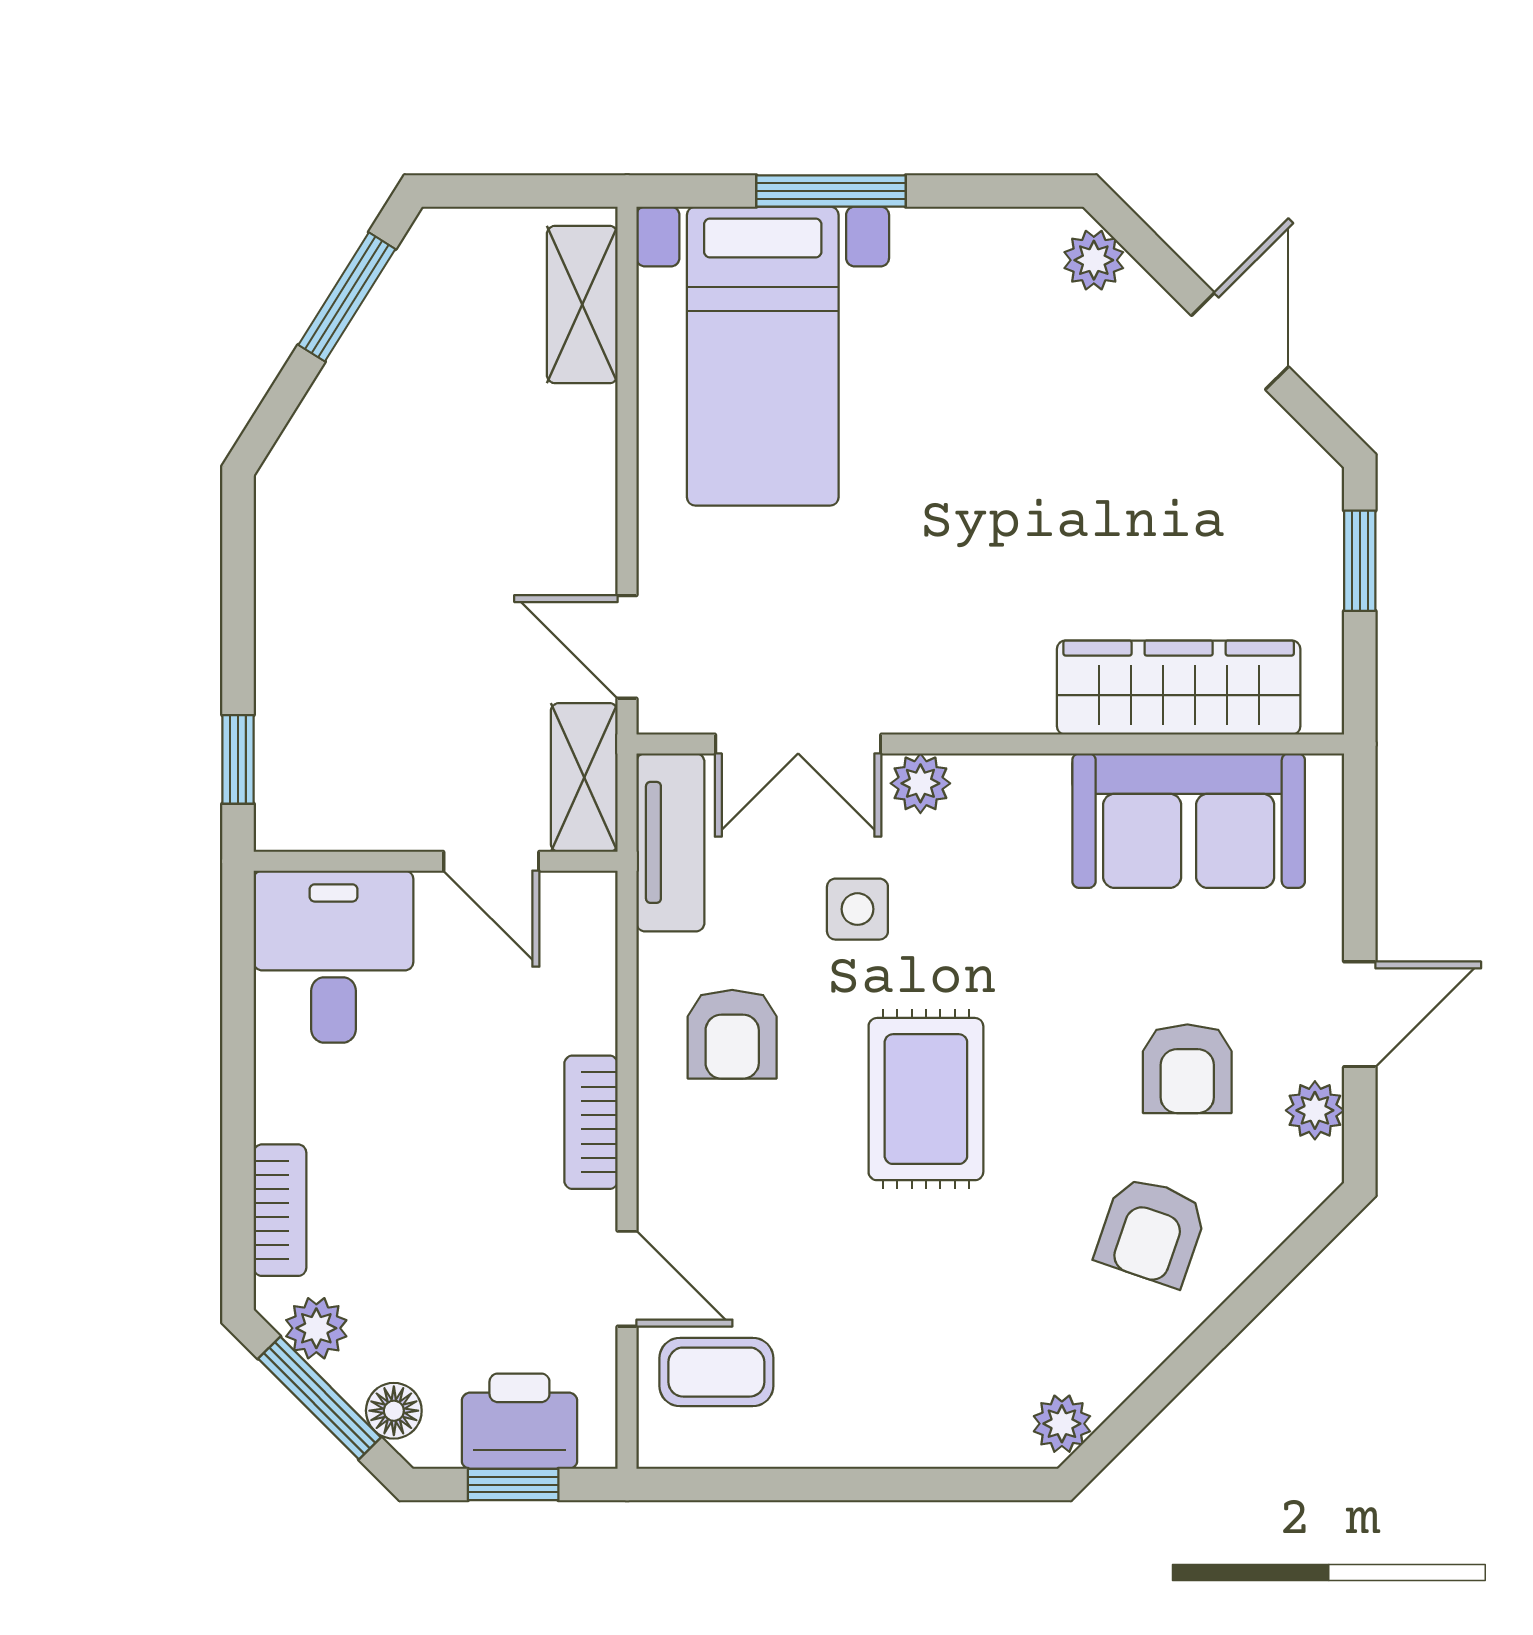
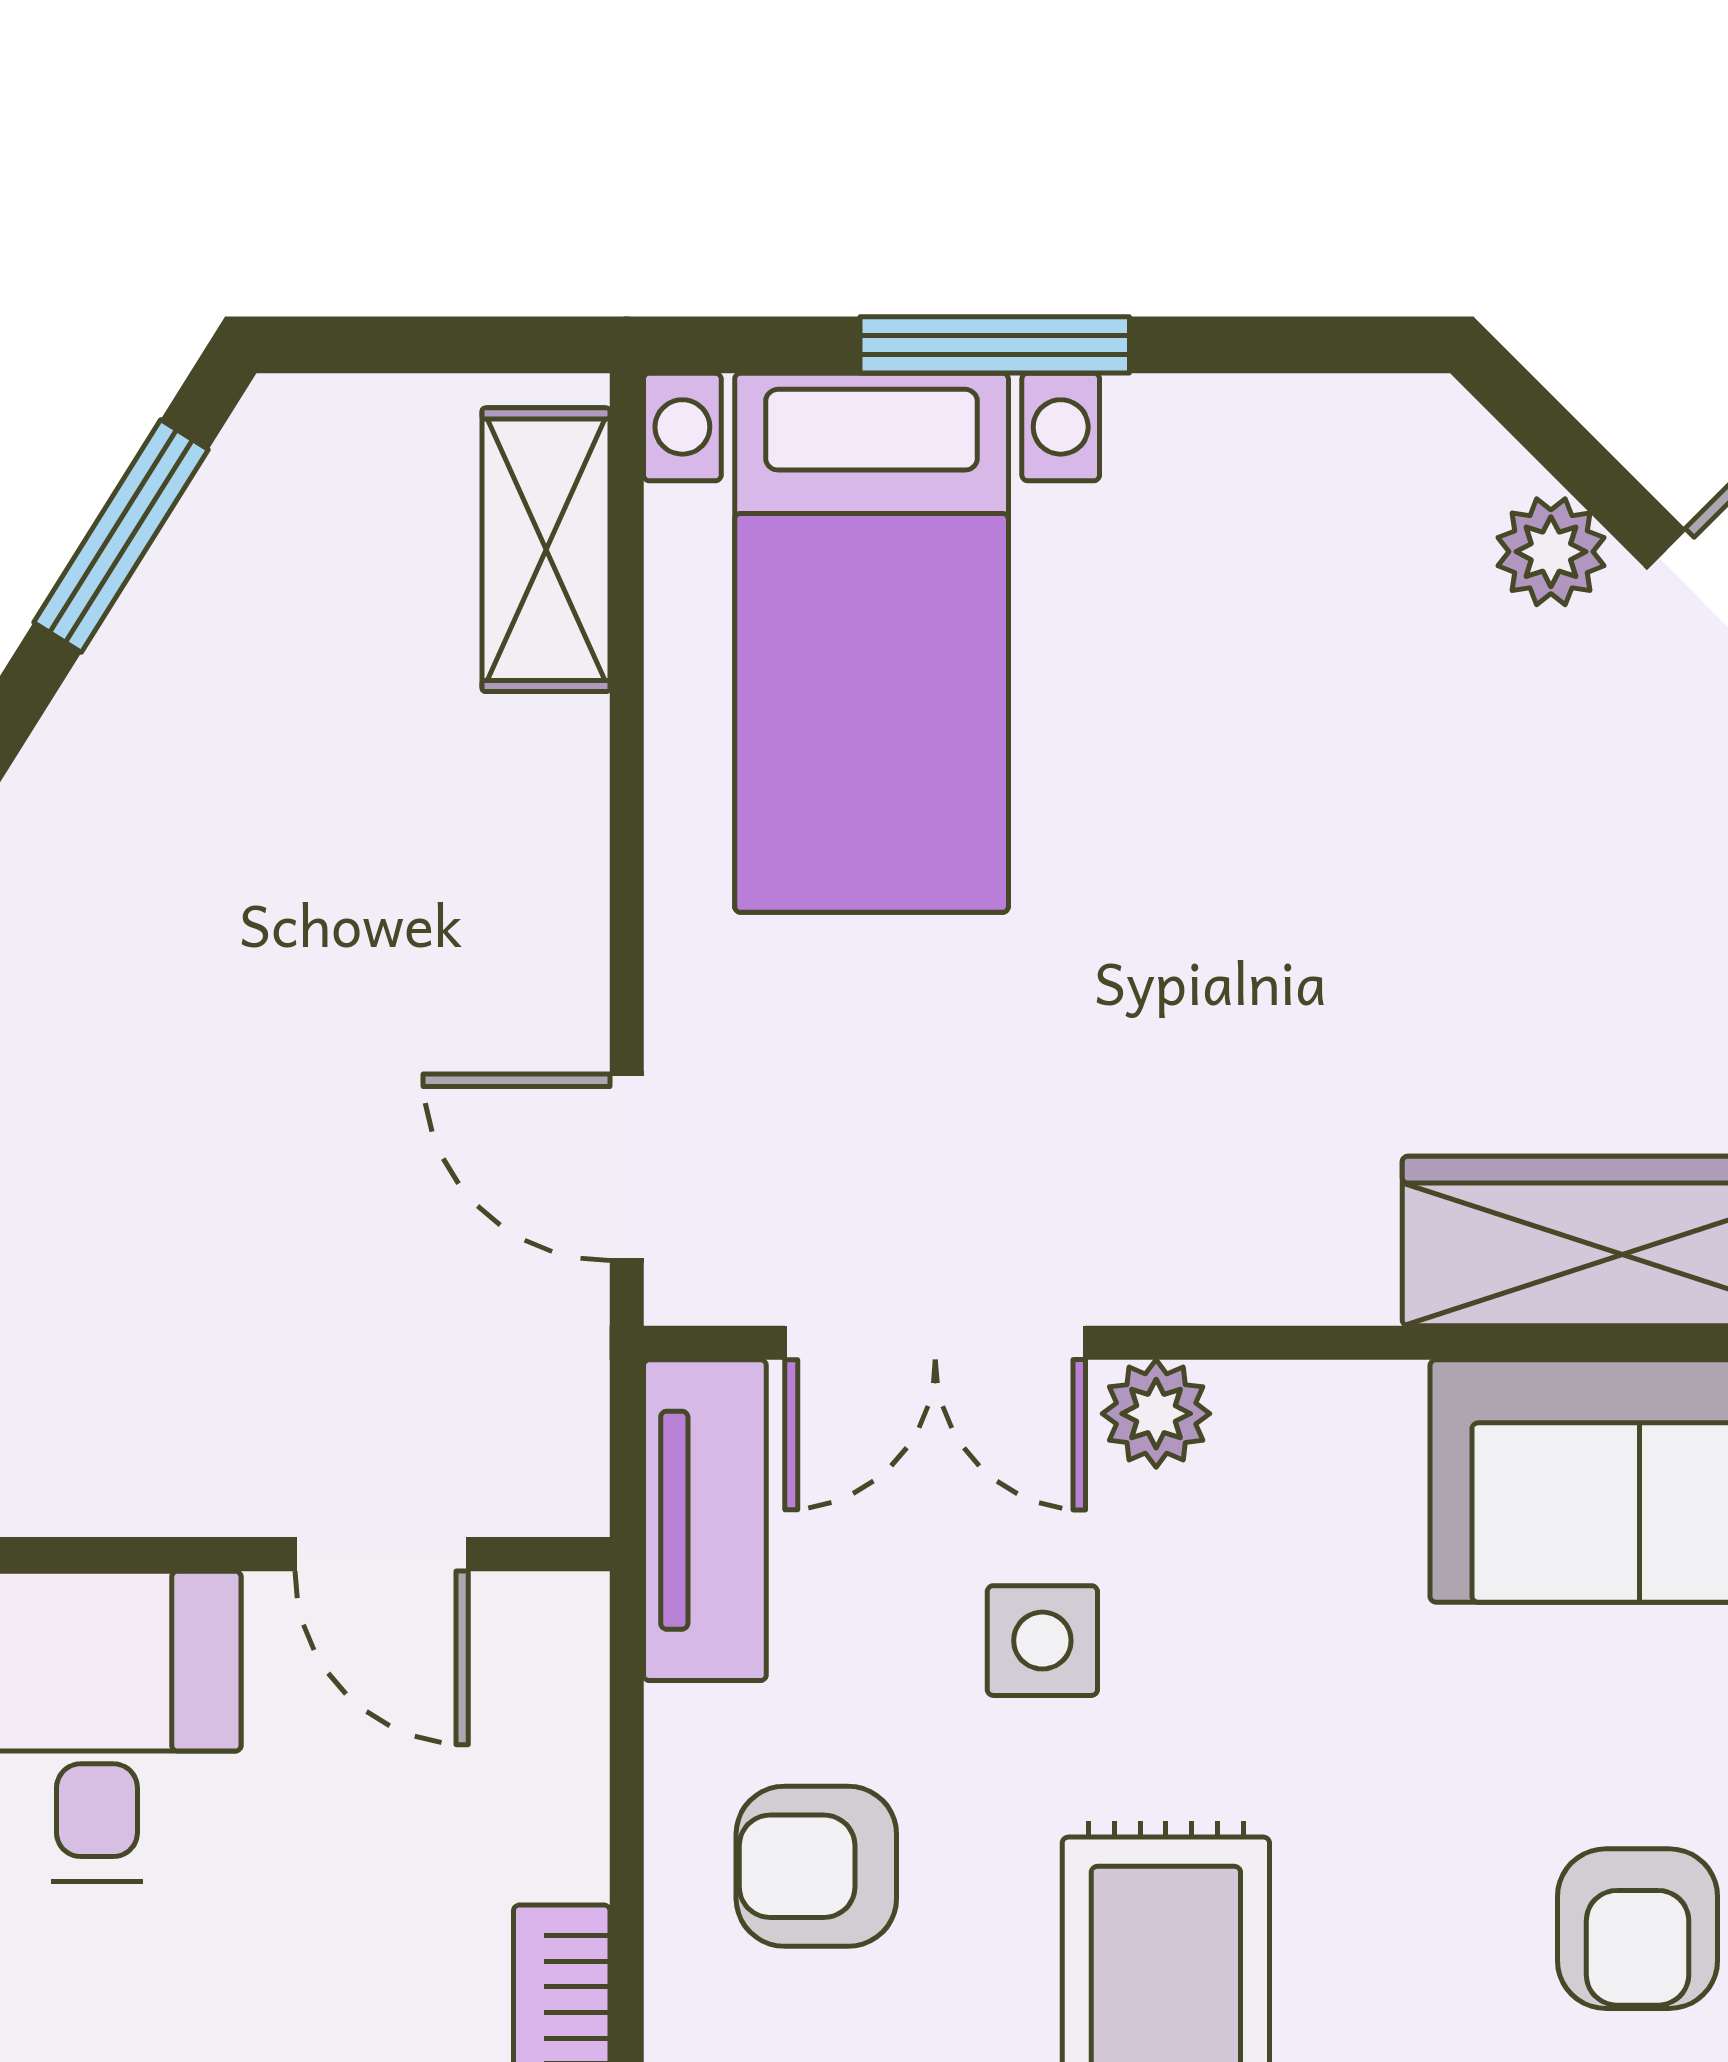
plant: (1094, 260) -> (1551, 552), moved
shelving: (584, 777) -> (549, 1403), removed
armchair: (732, 1034) -> (816, 1866), turned 90

